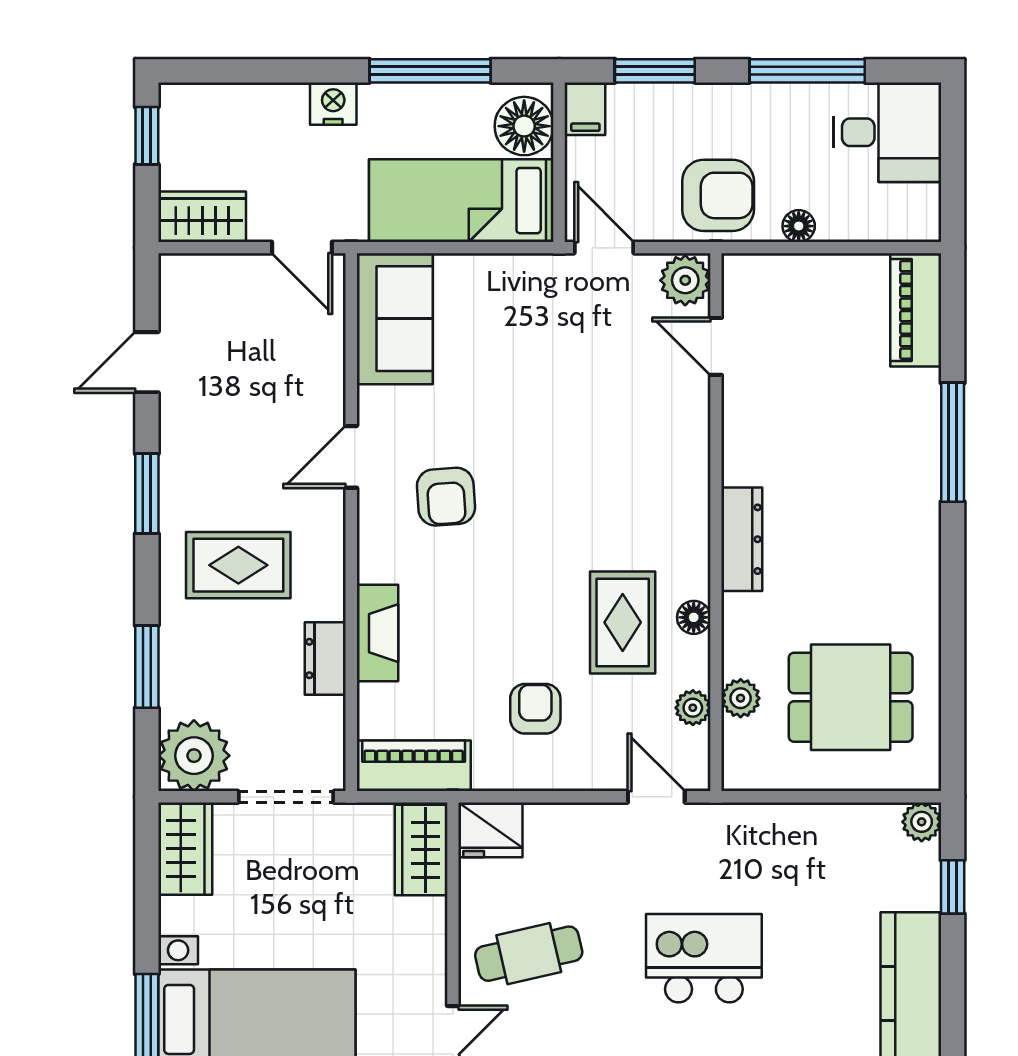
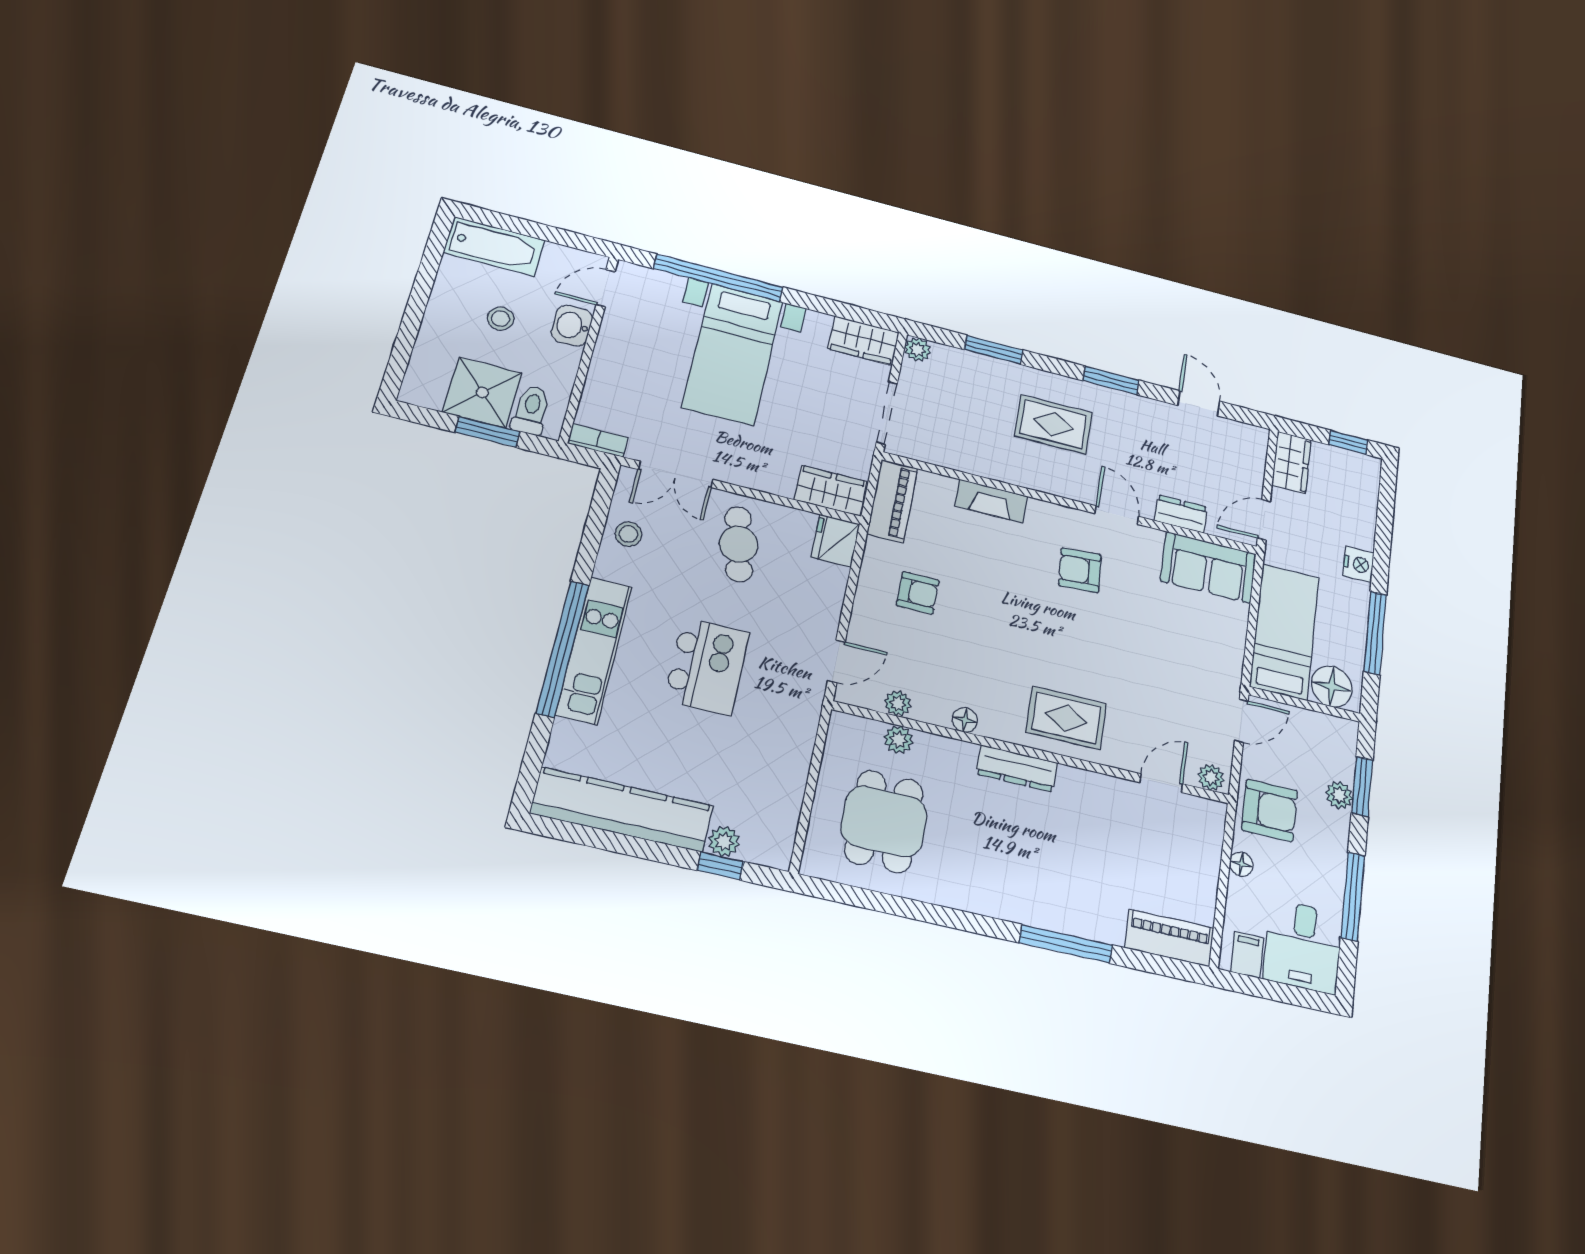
plant: (675, 102) -> (1339, 795), added
filing cabinet: (585, 109) -> (1247, 955), moved, turned 90
armchair: (718, 195) -> (1270, 810), turned -90
plant: (685, 280) -> (1211, 777), width x0.73, depth x0.73
rug: (238, 565) -> (1053, 424), turned 90
rug: (623, 622) -> (1066, 718), moved
dresser: (325, 659) -> (1181, 514), moved
plant: (194, 756) -> (918, 350), width x0.53, depth x0.53
plant: (922, 822) -> (724, 842), moved

